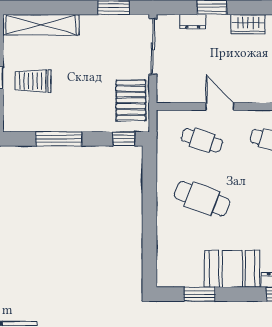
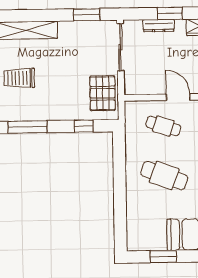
dresser: (193, 22) -> (159, 25), width x1.44
window: (59, 139) -> (27, 127), moved
window: (124, 139) -> (84, 126), moved

